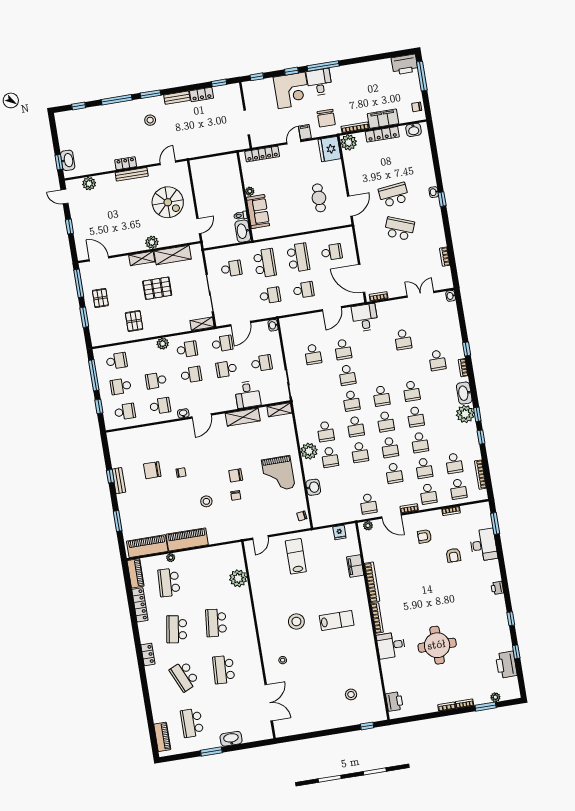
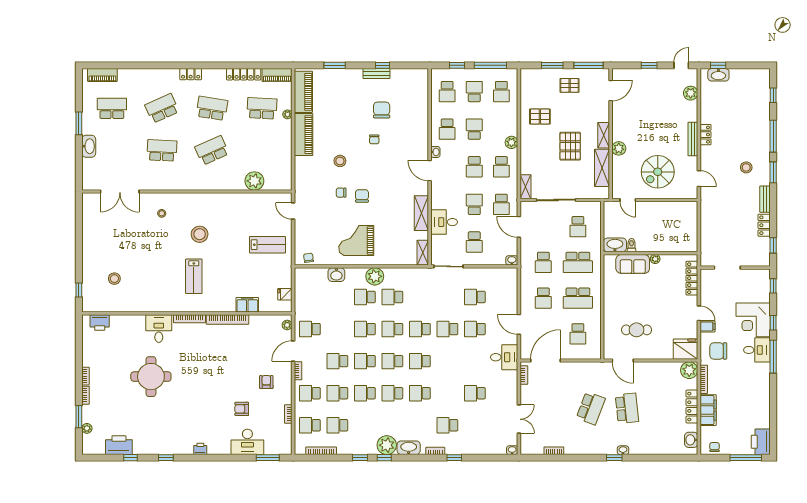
school desk: (216, 623) -> (212, 150), turned -30

